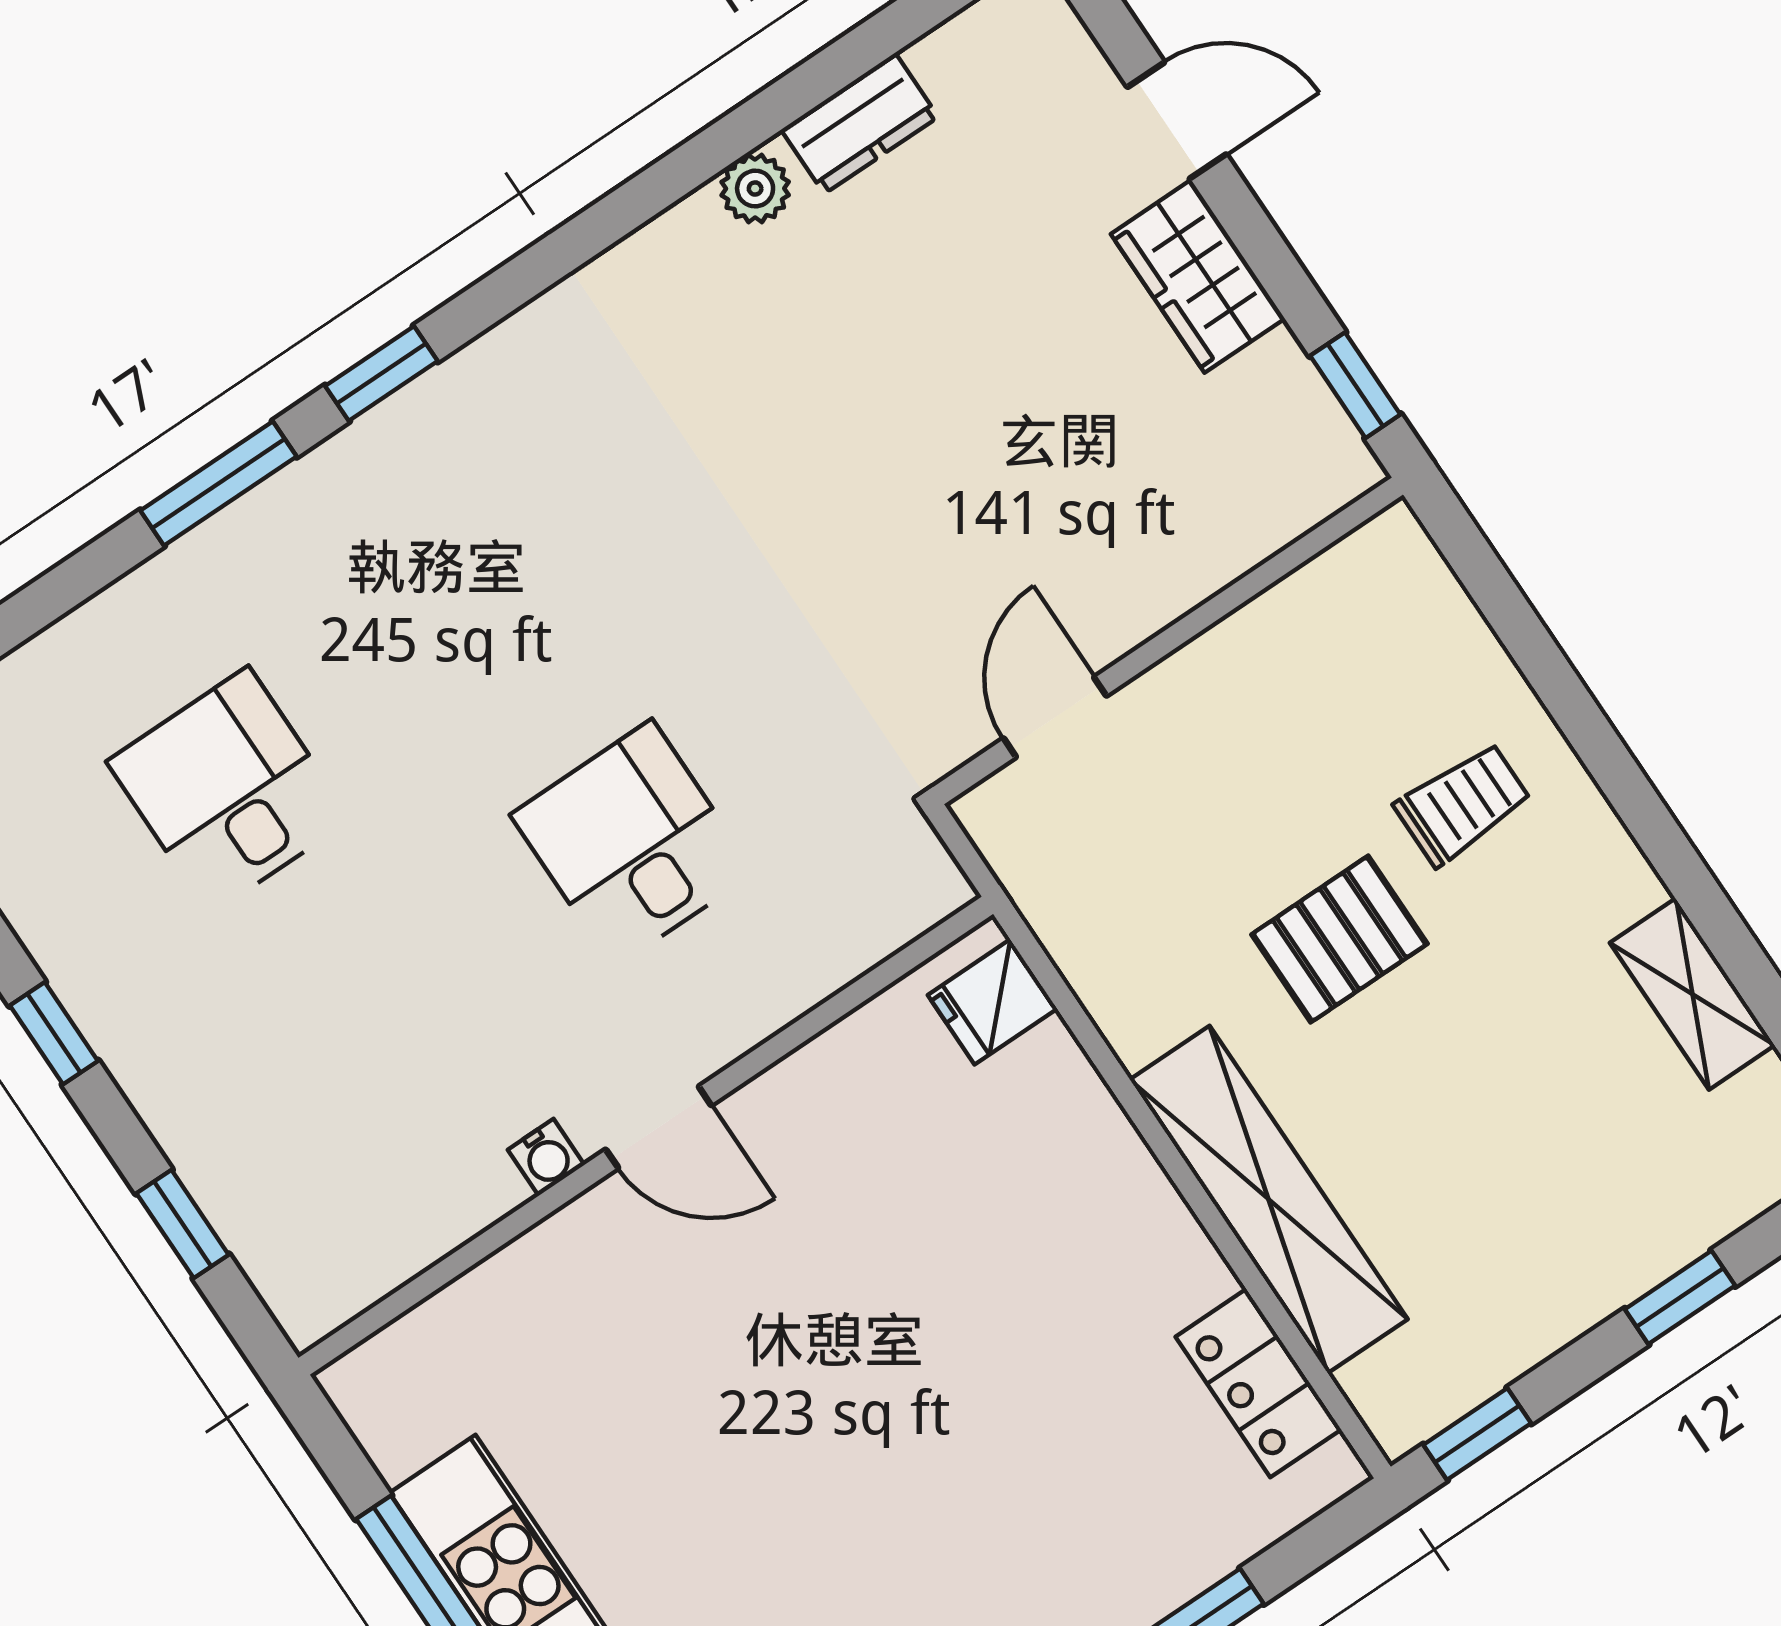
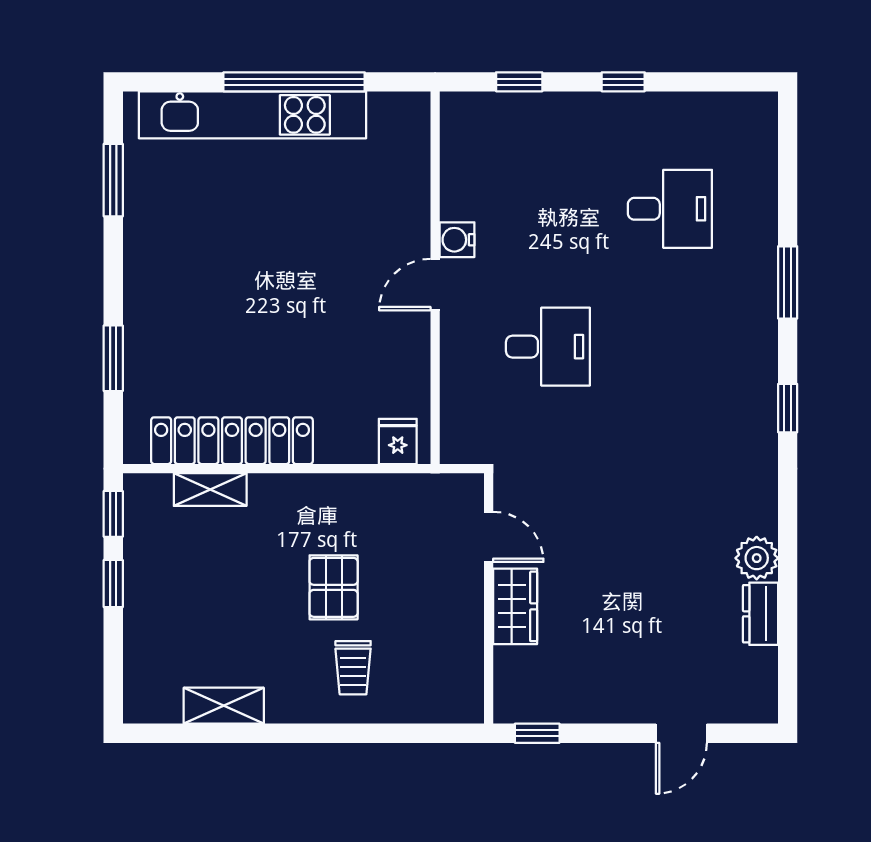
plant: (755, 189) -> (757, 558), width x1.38, depth x1.38
wardrobe: (1198, 276) -> (515, 606), moved, turned 90
window: (381, 374) -> (788, 408), moved
water cooler: (546, 1157) -> (457, 240), width x1.38, depth x1.38
shelving: (1269, 1199) -> (210, 490), width x0.45, depth x0.75
window: (1680, 1297) -> (113, 584), moved
locker: (1258, 1383) -> (232, 441), width x2.16, depth x1.21

